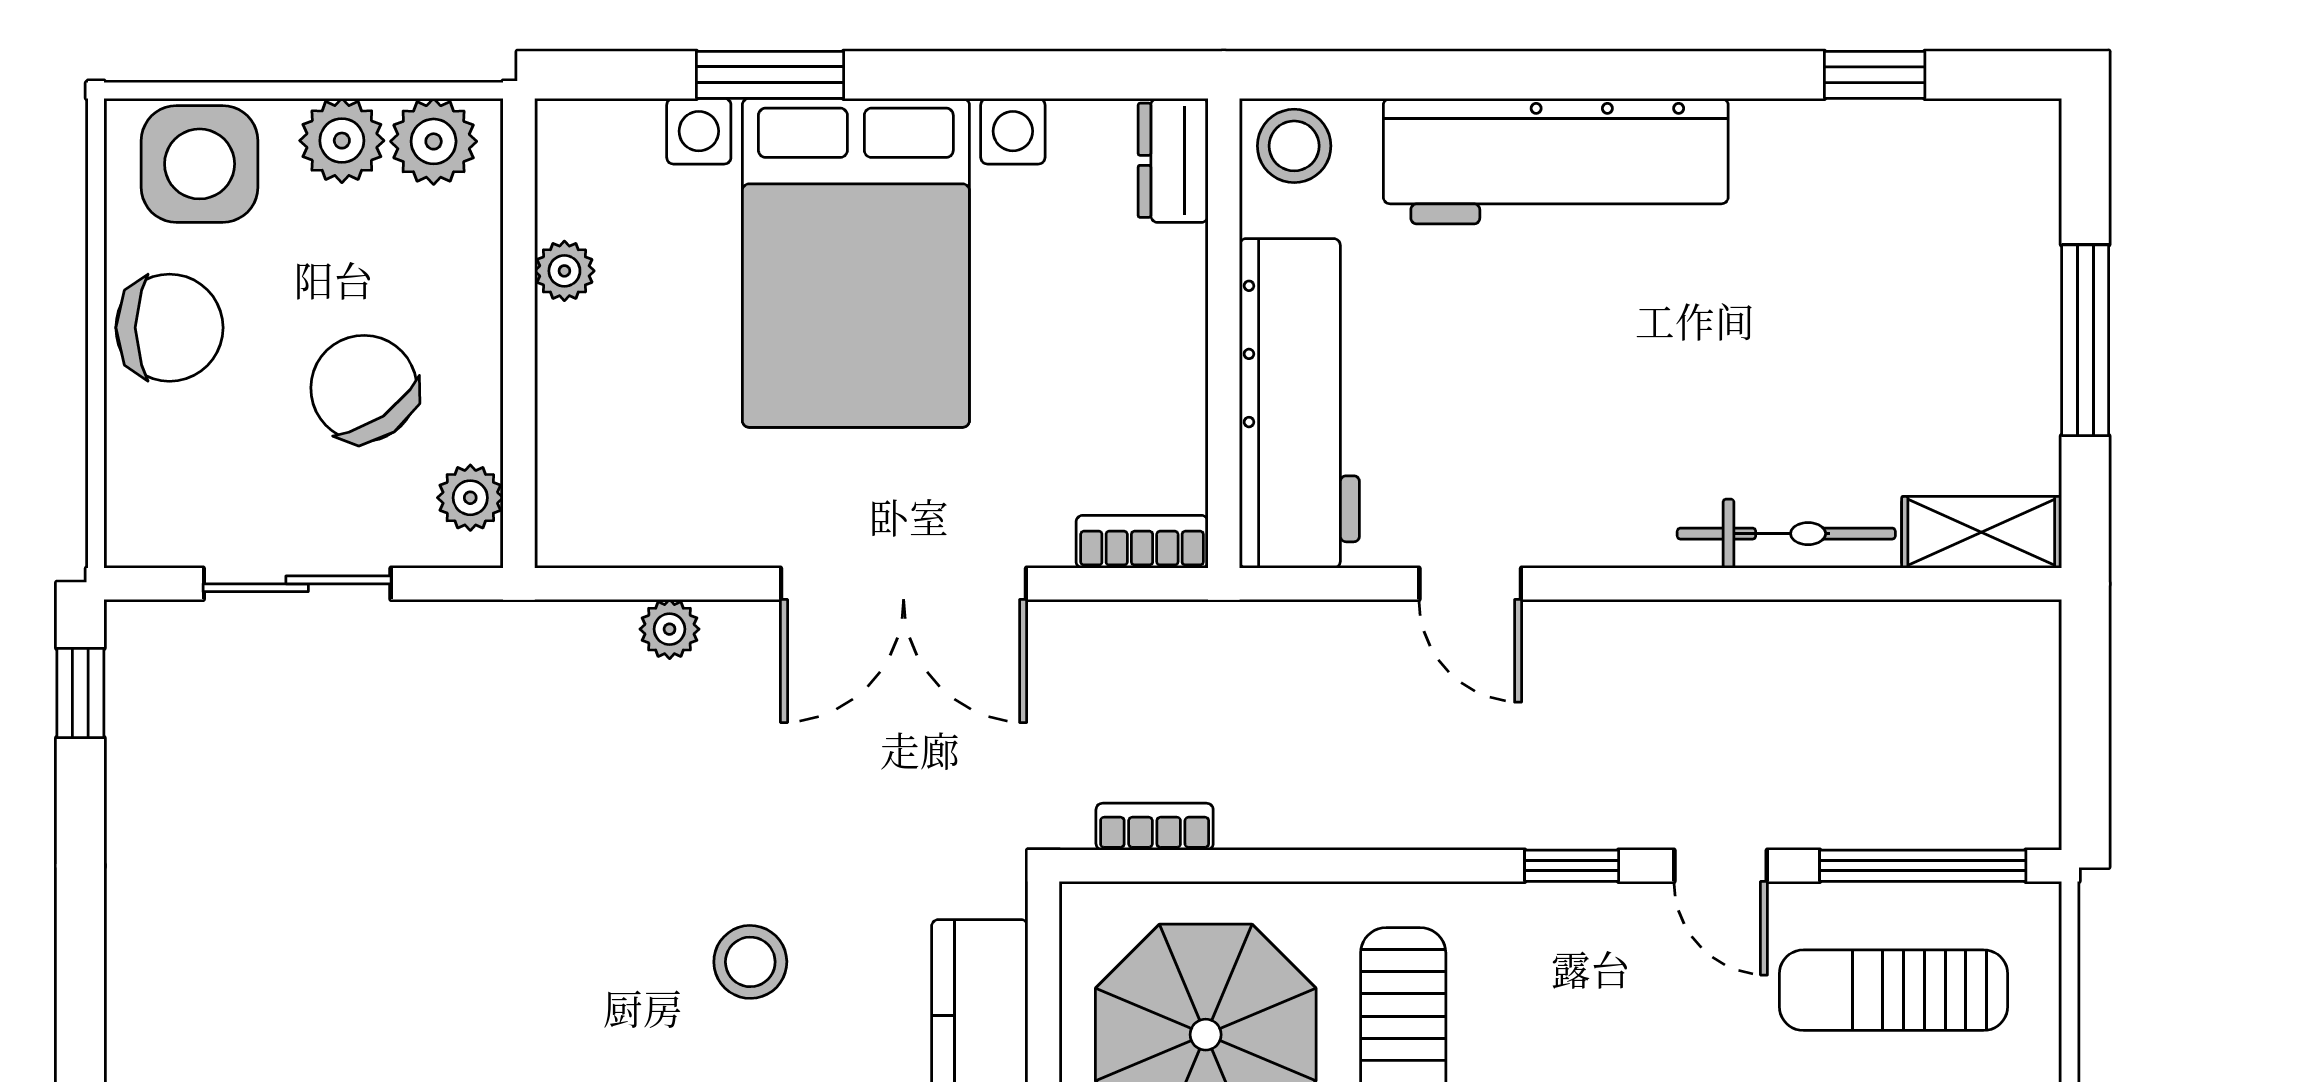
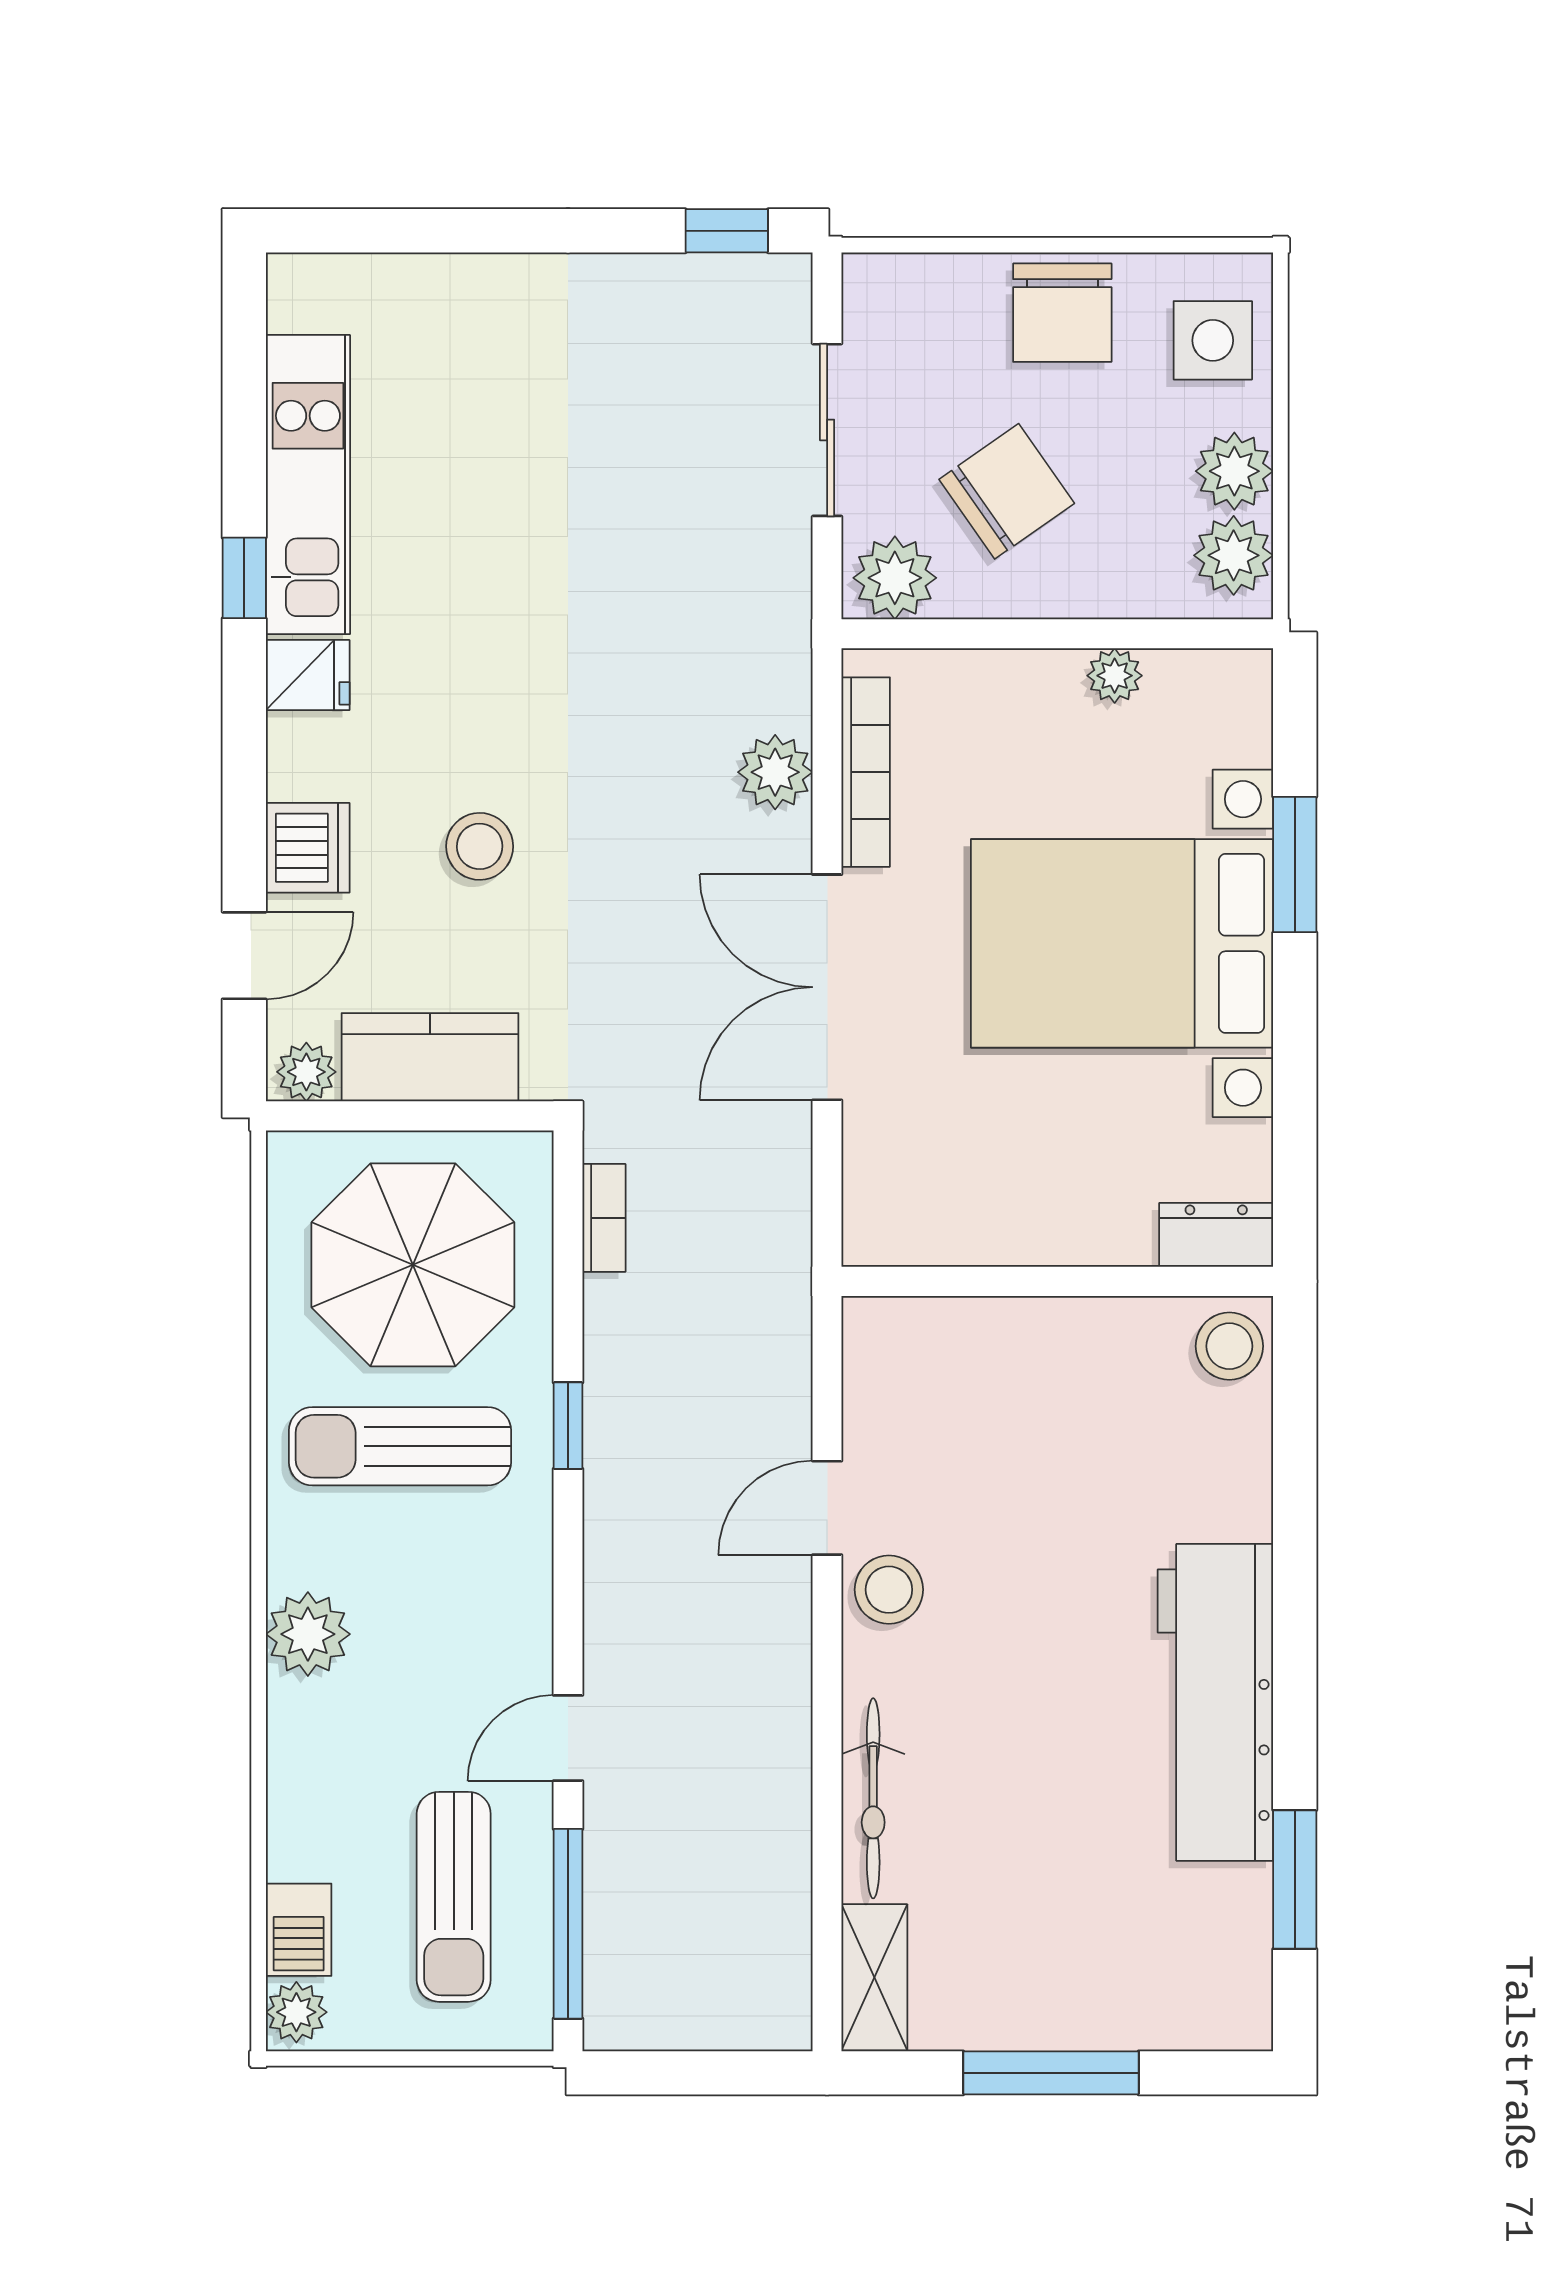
window: (1875, 75) -> (1295, 1879), width x1.50
workbench: (1556, 161) -> (1215, 1702), moved
side table: (200, 164) -> (1213, 340), width x0.73, depth x0.73
workbench: (1299, 403) -> (993, 1351), removed
plant: (470, 498) -> (895, 578), width x1.38, depth x1.38
stool: (1559, 516) -> (889, 1590), added
bookcase: (1142, 542) -> (866, 772), moved, width x1.56
plant: (670, 629) -> (775, 772), width x1.38, depth x1.38
window: (1572, 866) -> (568, 1426), moved
sun lounger: (1893, 990) -> (454, 1897), turned 180

